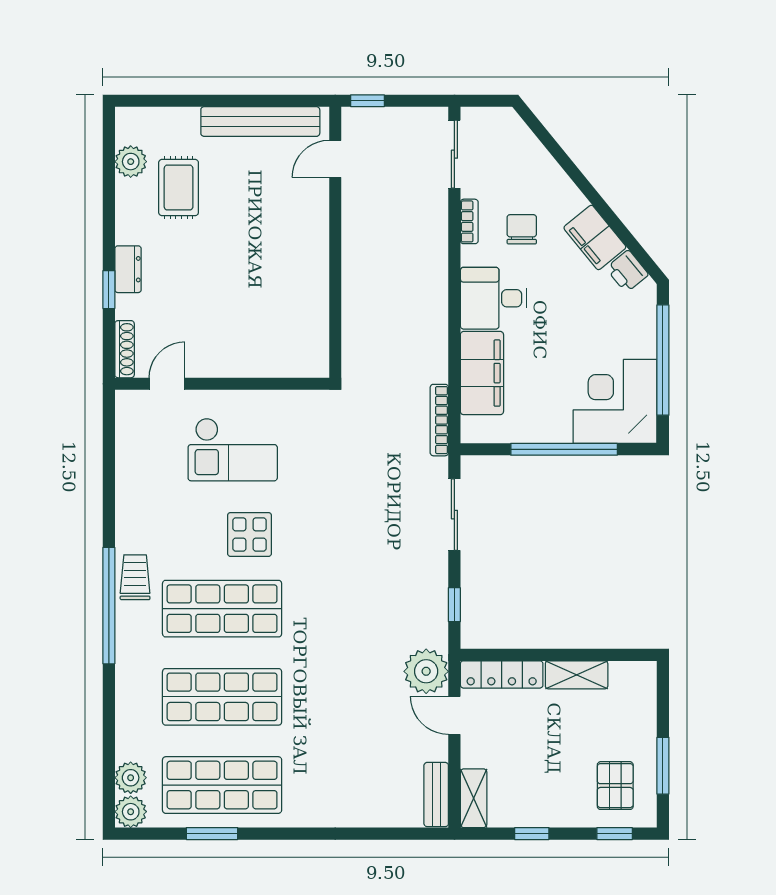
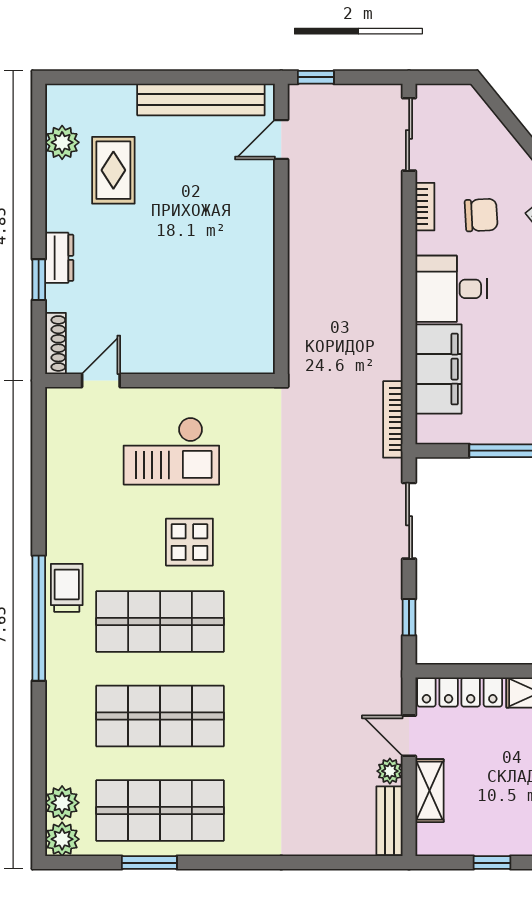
chair: (522, 229) -> (481, 215), turned 87
plant: (426, 671) -> (390, 771), moved, width x0.53, depth x0.53
shelving: (474, 798) -> (430, 791), moved

